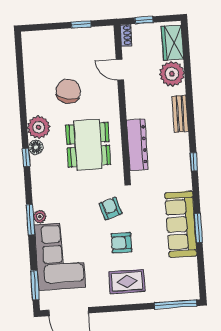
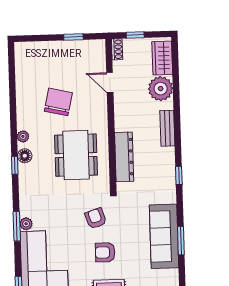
plant: (39, 127) -> (23, 136), width x0.53, depth x0.53

